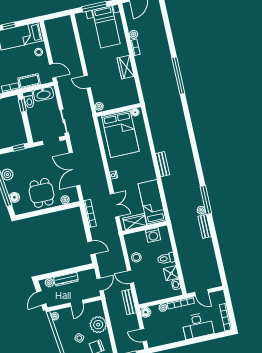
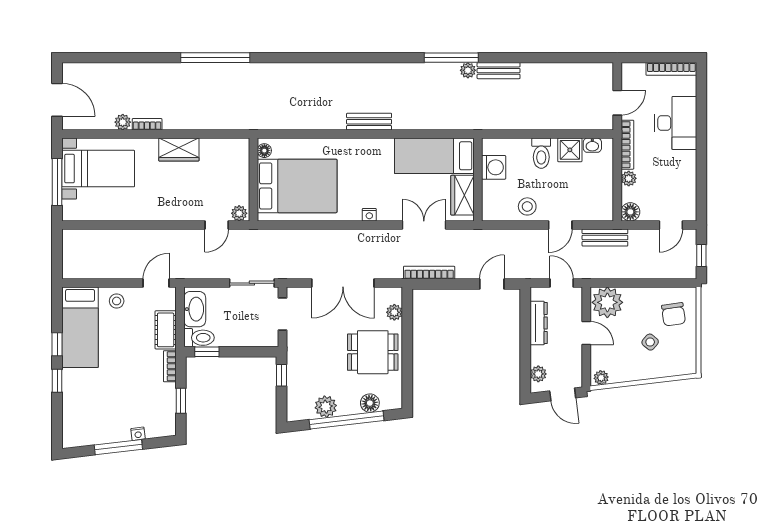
door: (87, 82) -> (217, 225), moved
dresser: (66, 279) -> (539, 323), moved
plant: (98, 325) -> (607, 302), moved

